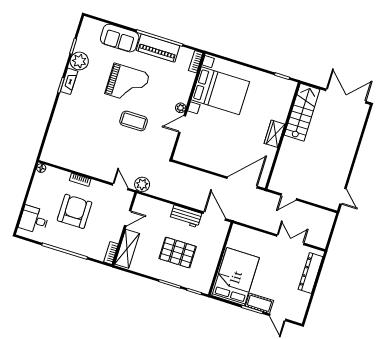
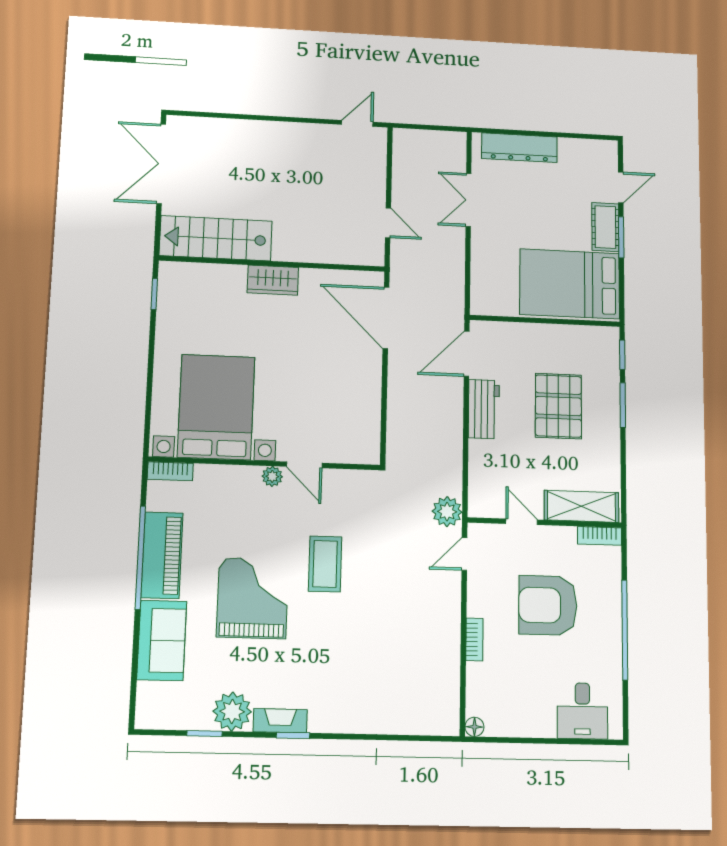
armchair: (75, 211) -> (548, 605), moved

